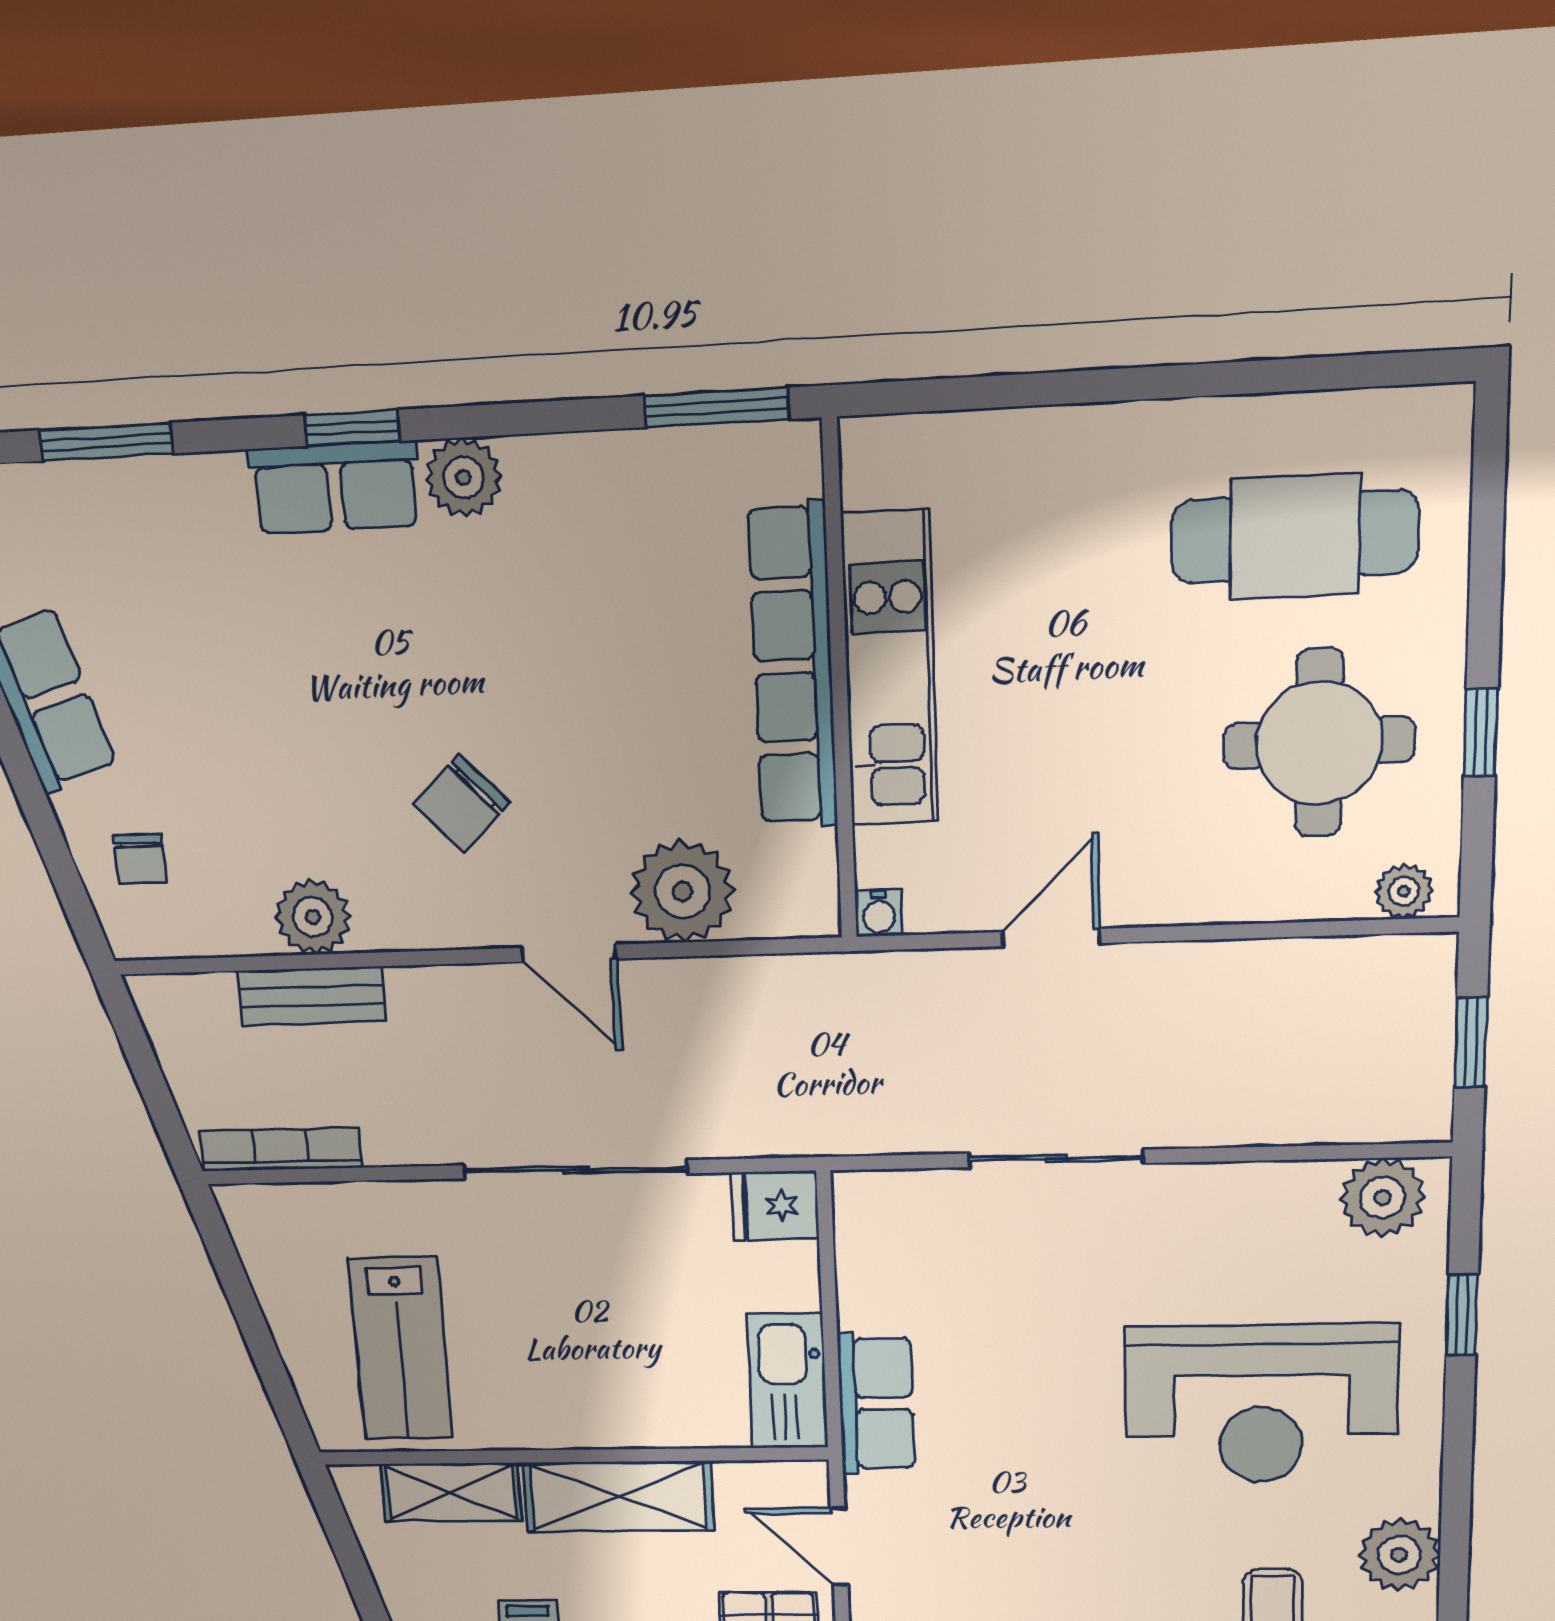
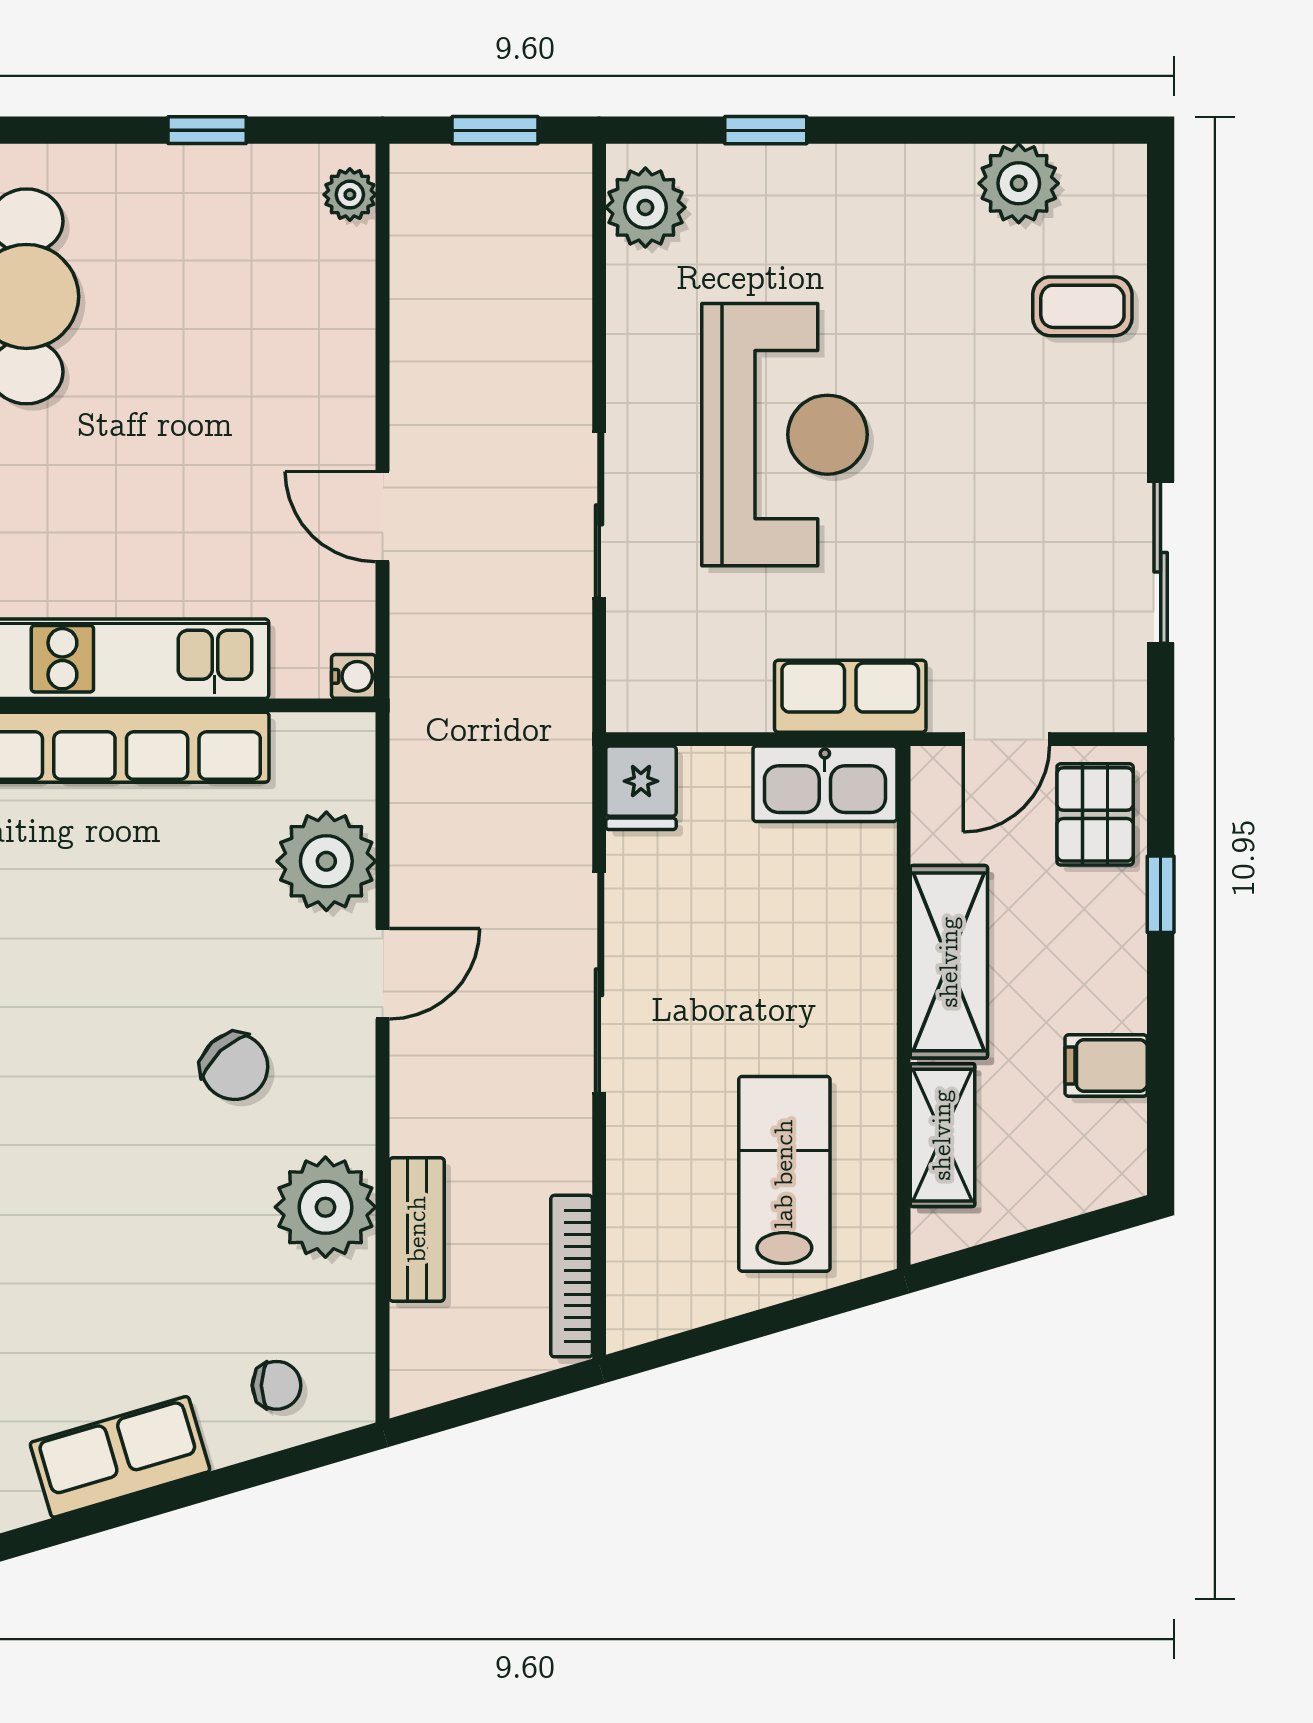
round table: (1319, 743) -> (210, 273), removed
plant: (313, 917) -> (325, 1207), width x1.36, depth x1.36
lab bench: (401, 1349) -> (784, 1174), turned -90
reception desk: (1261, 1404) -> (785, 435), moved

